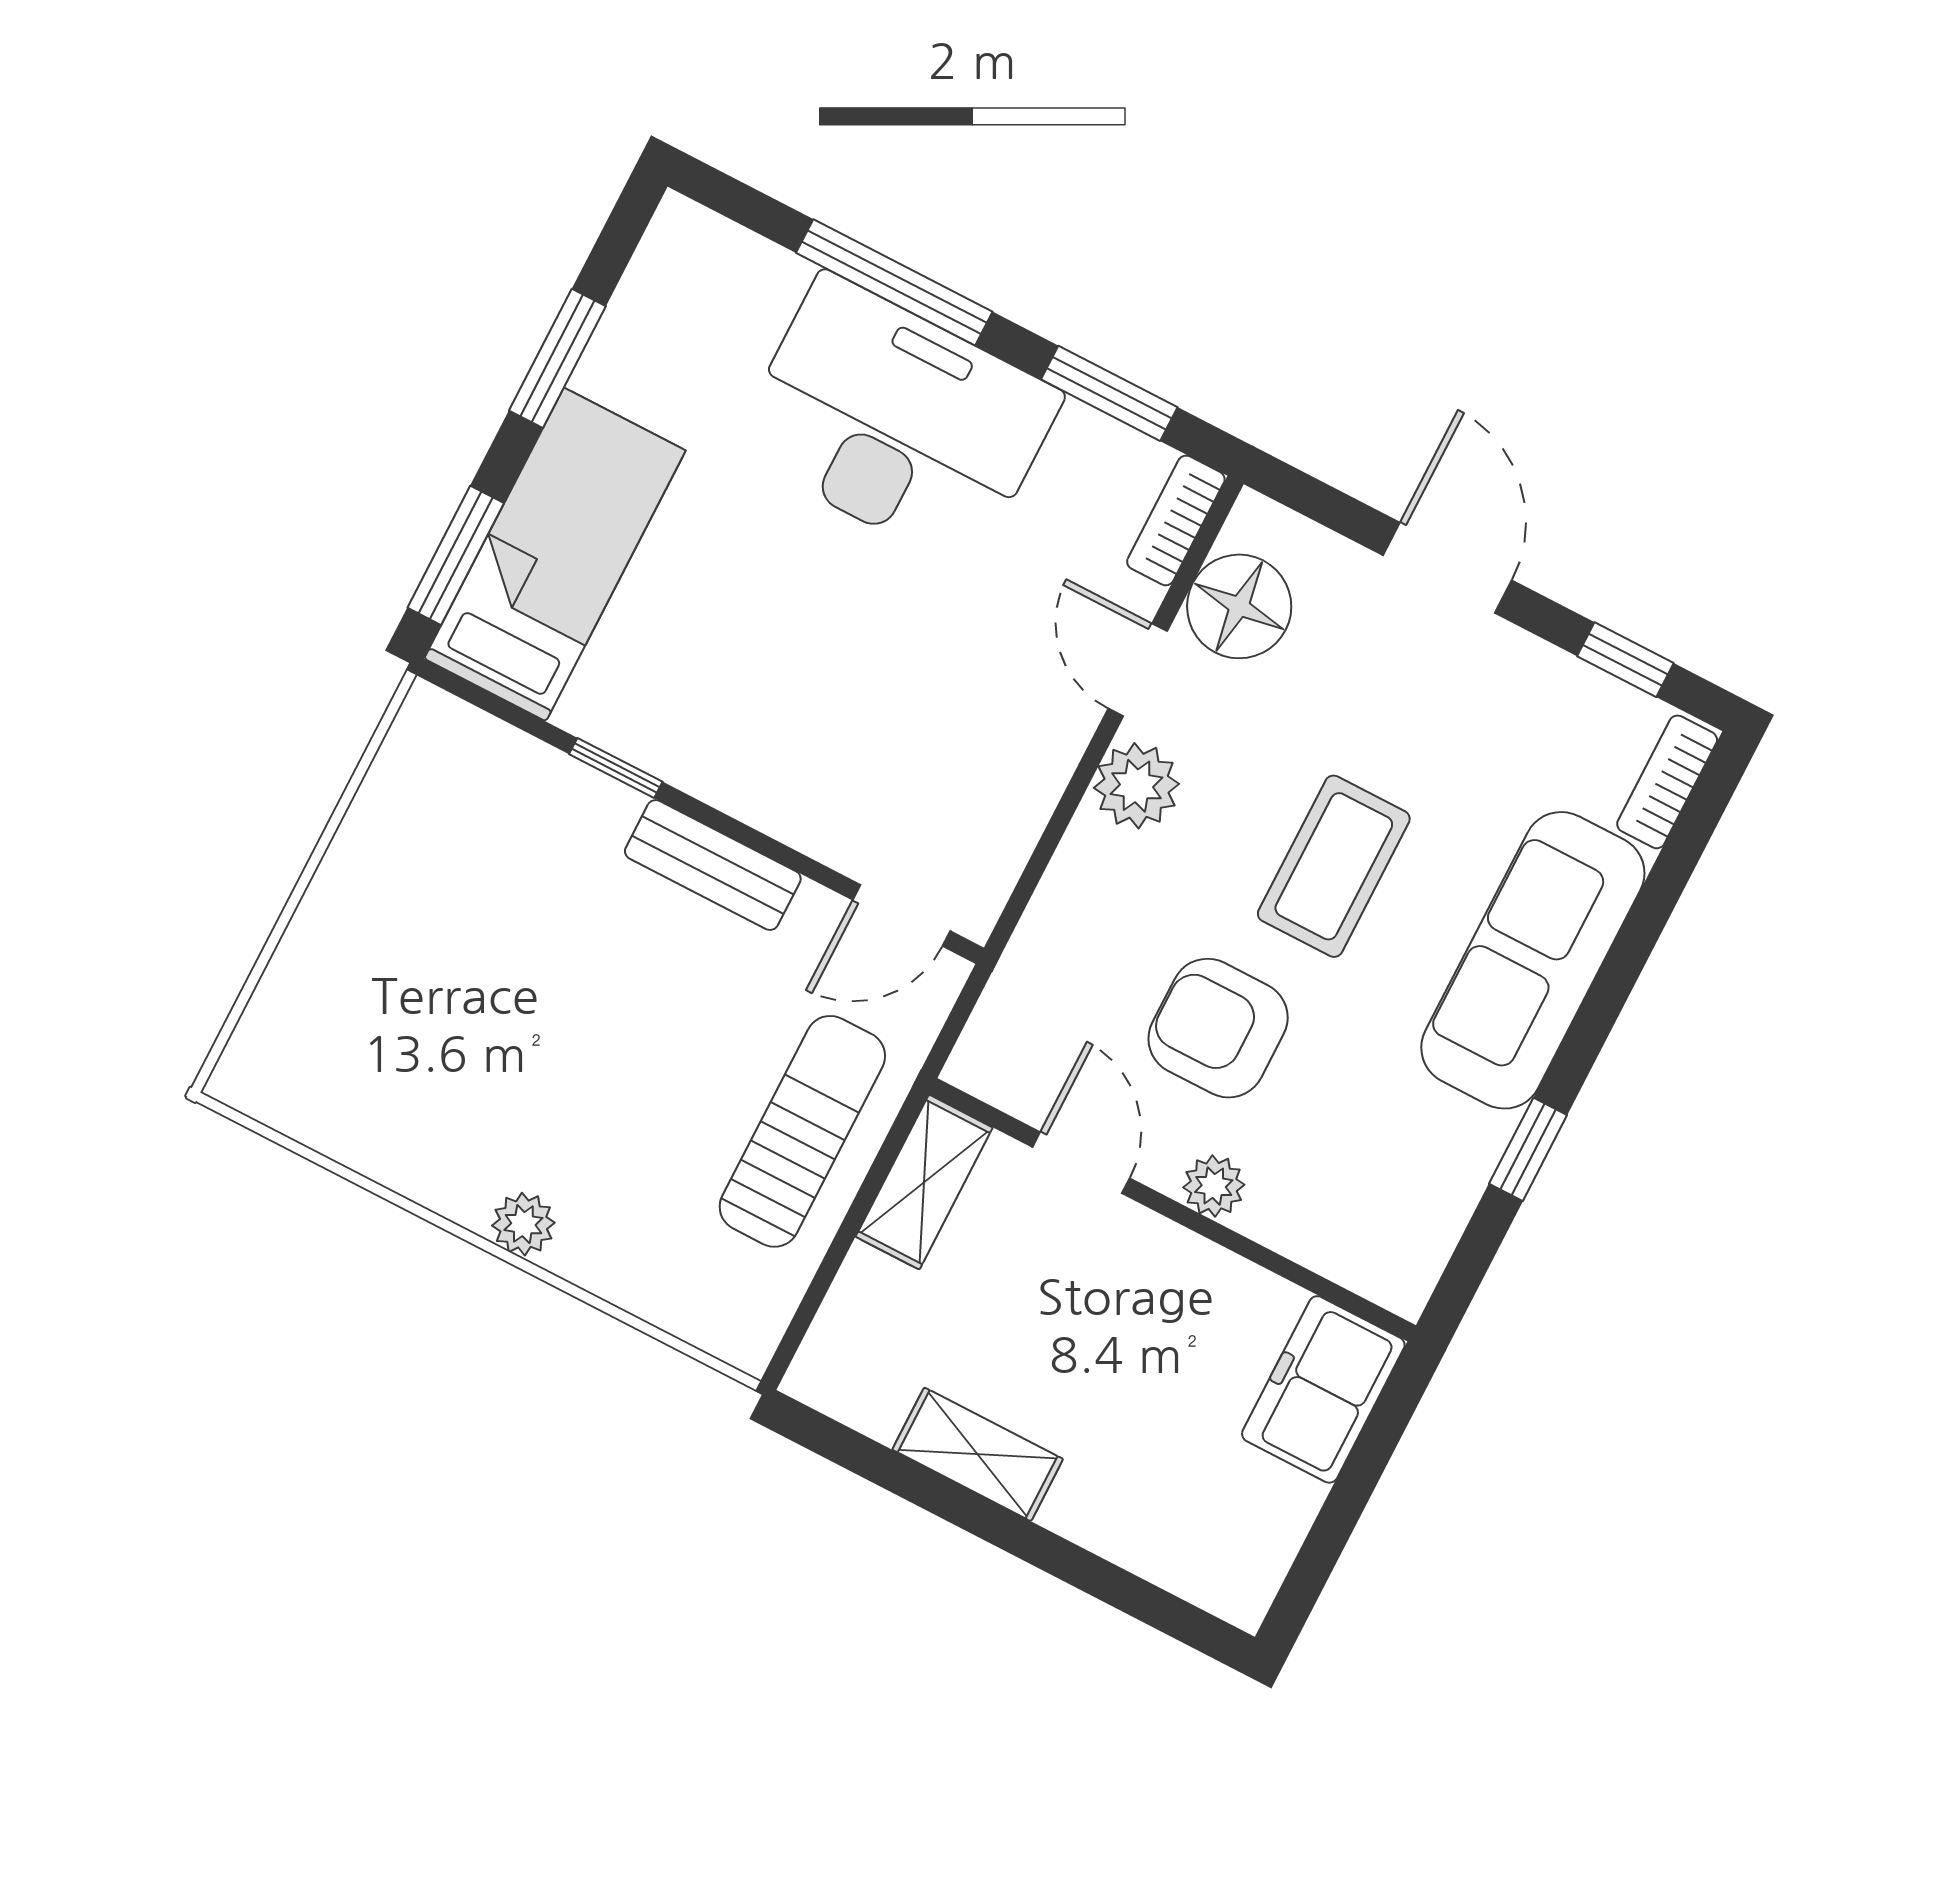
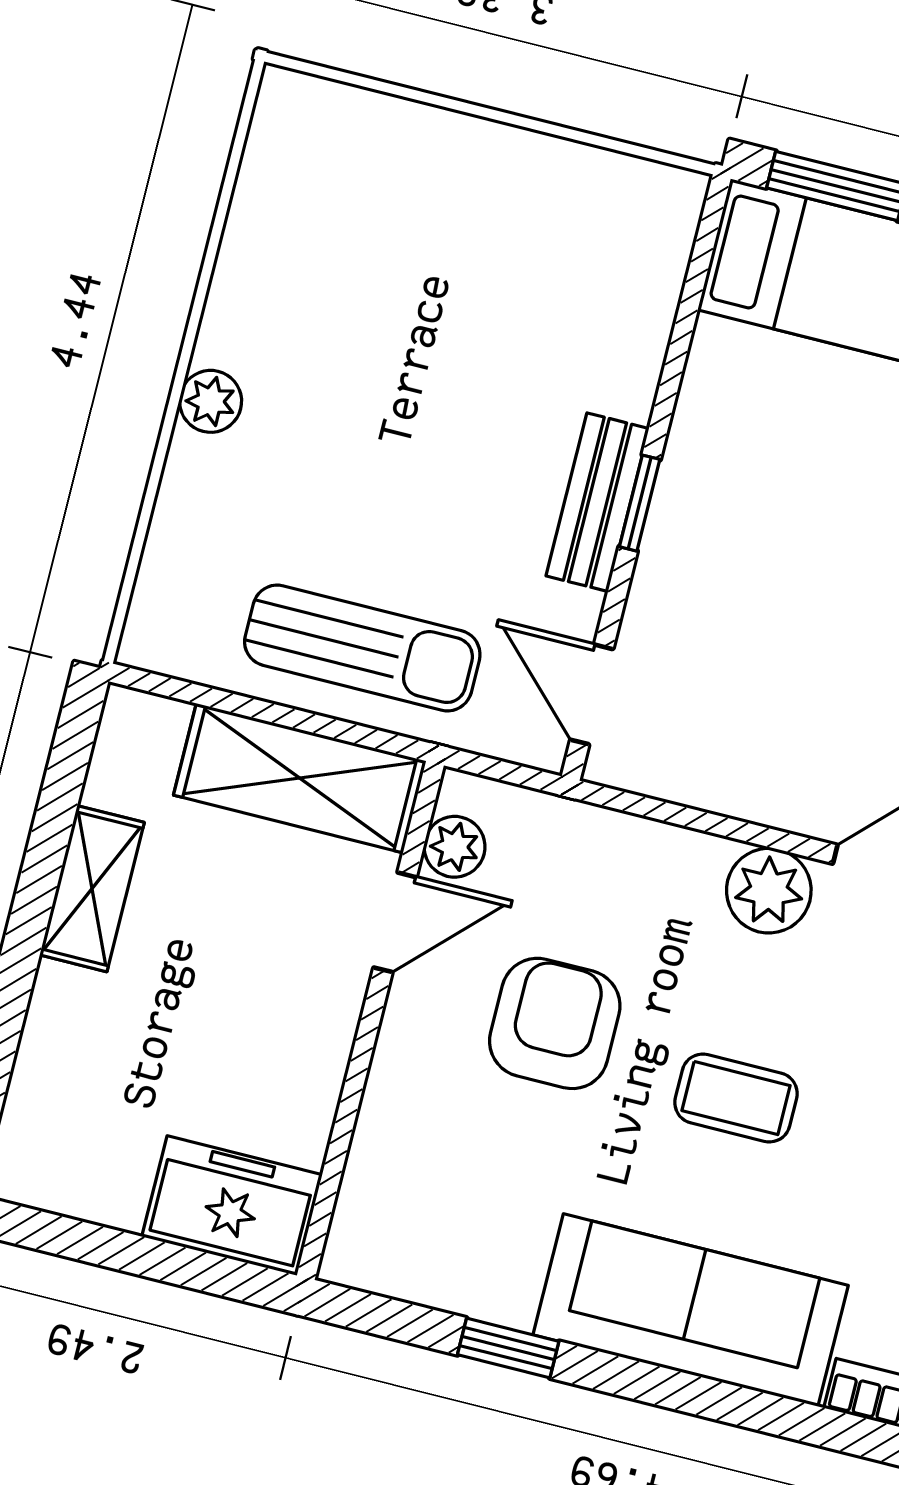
window: (616, 768) -> (640, 503), moved
coffee table: (1334, 866) -> (736, 1098), width x0.73, depth x0.77
shelving: (924, 1182) -> (300, 778), width x1.50, depth x1.33
plant: (1214, 1186) -> (455, 847), moved

